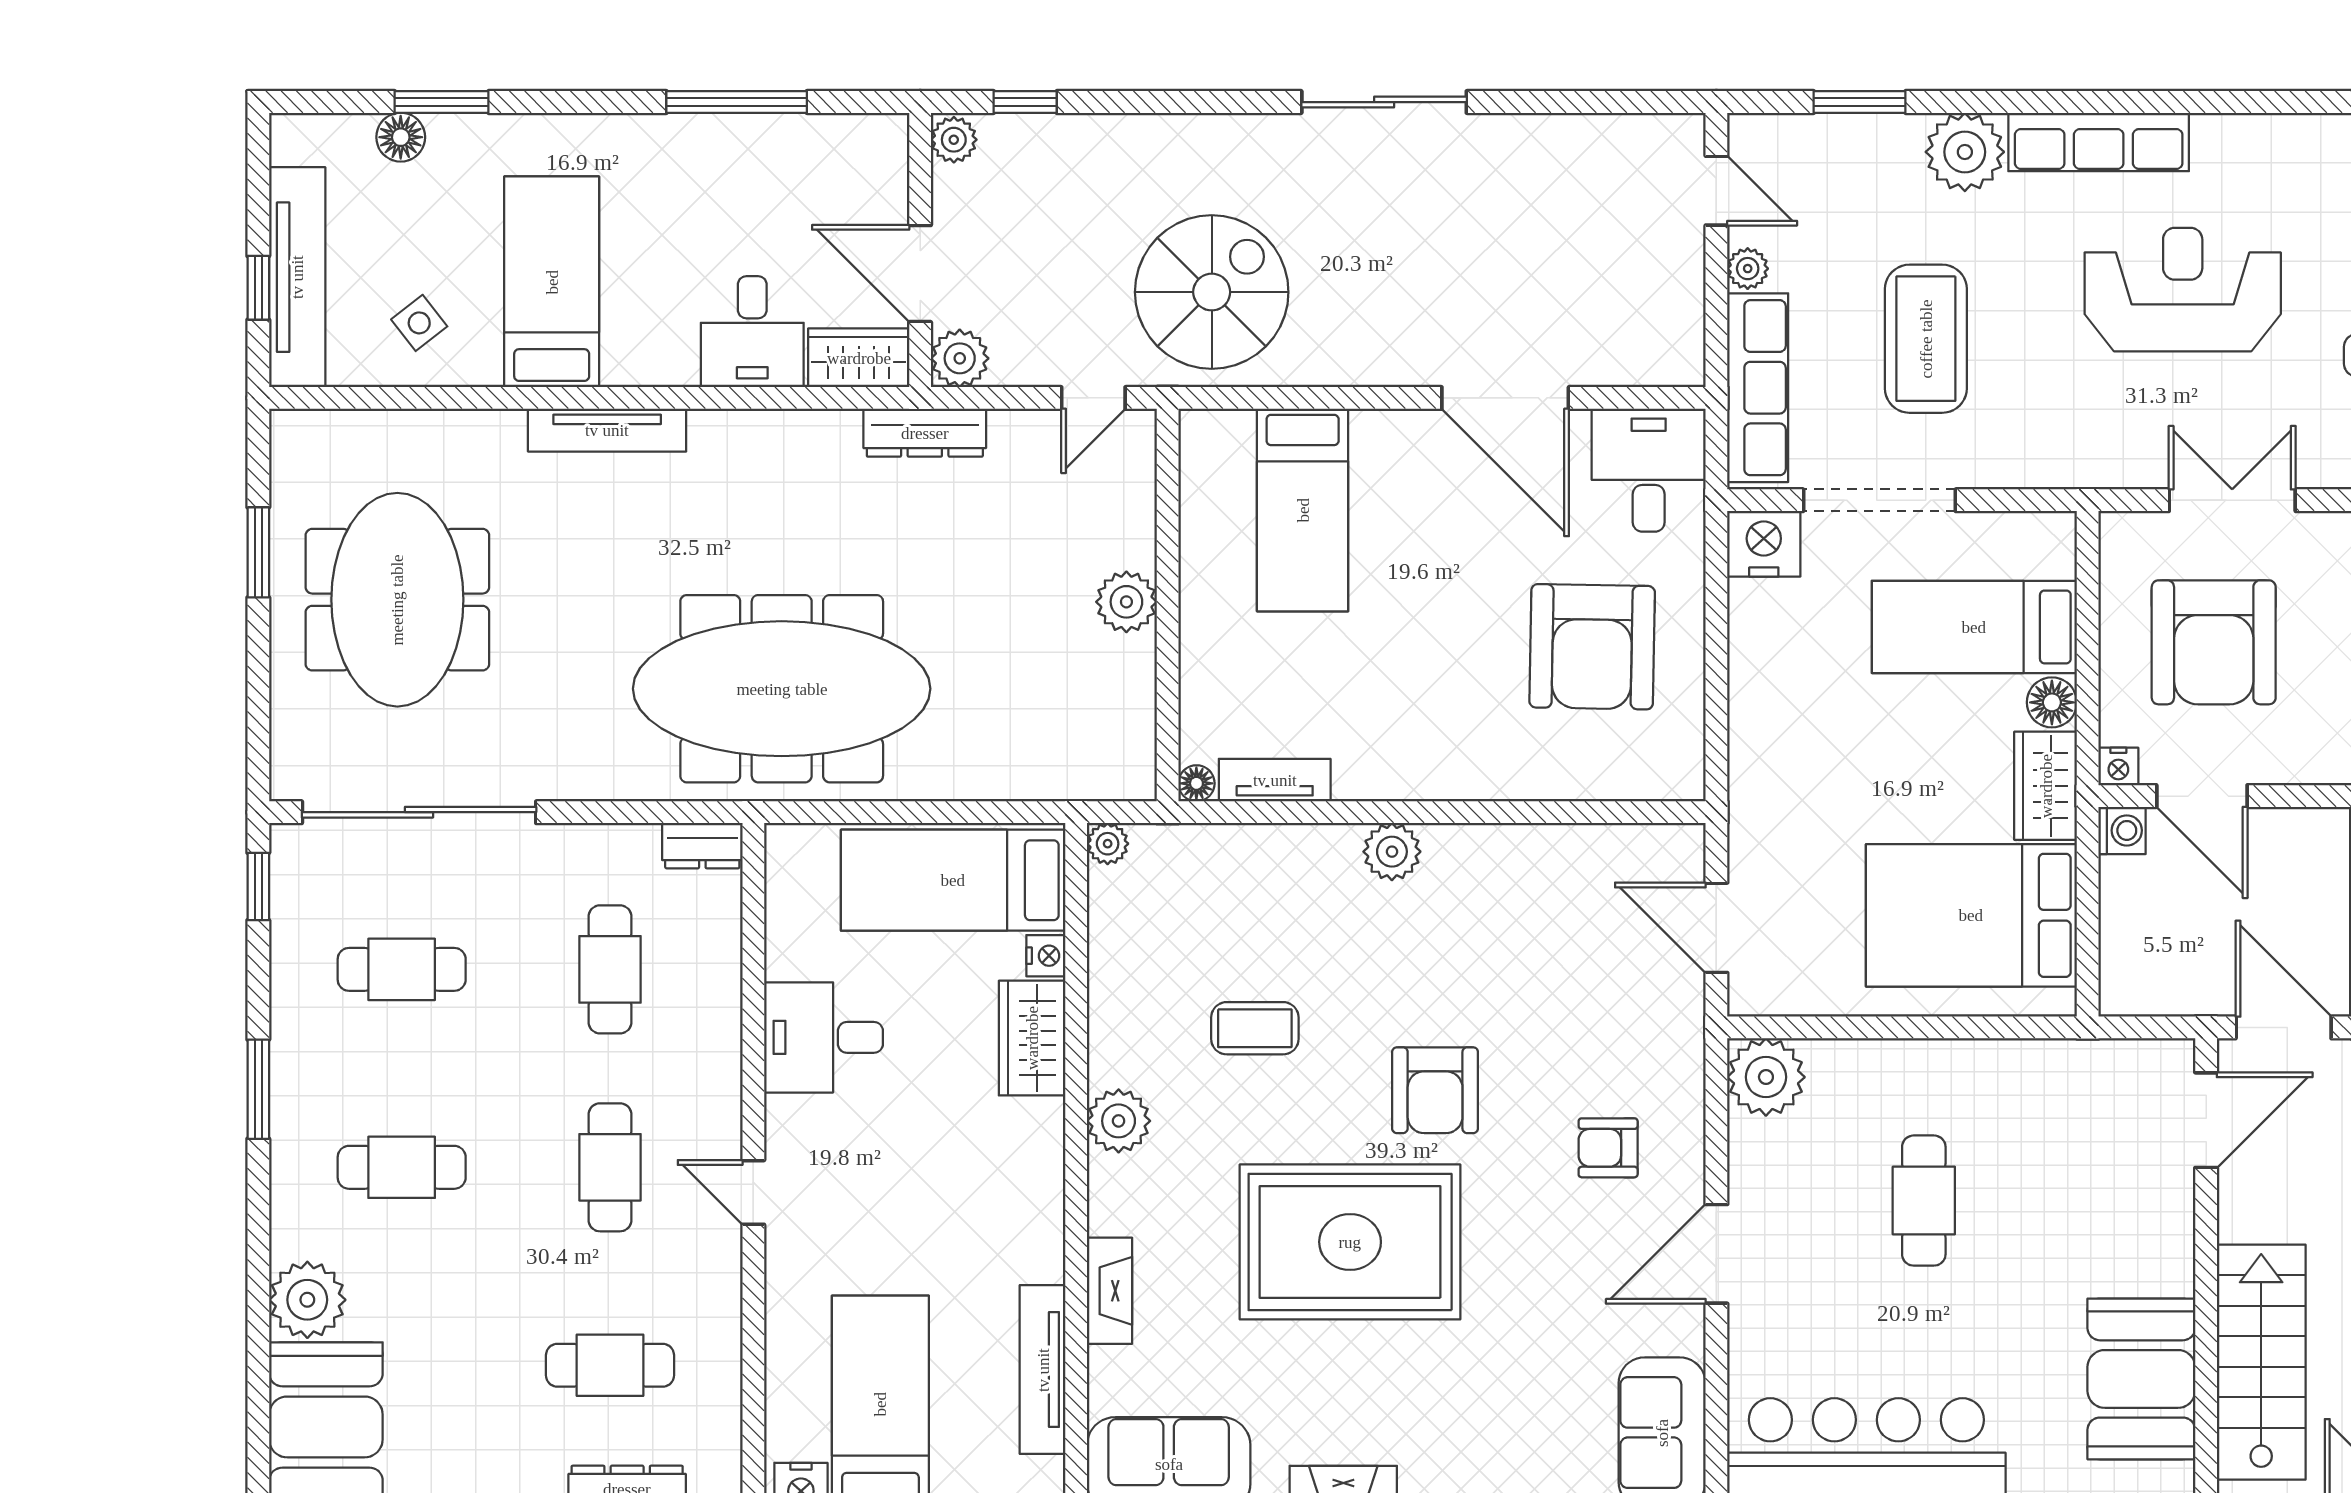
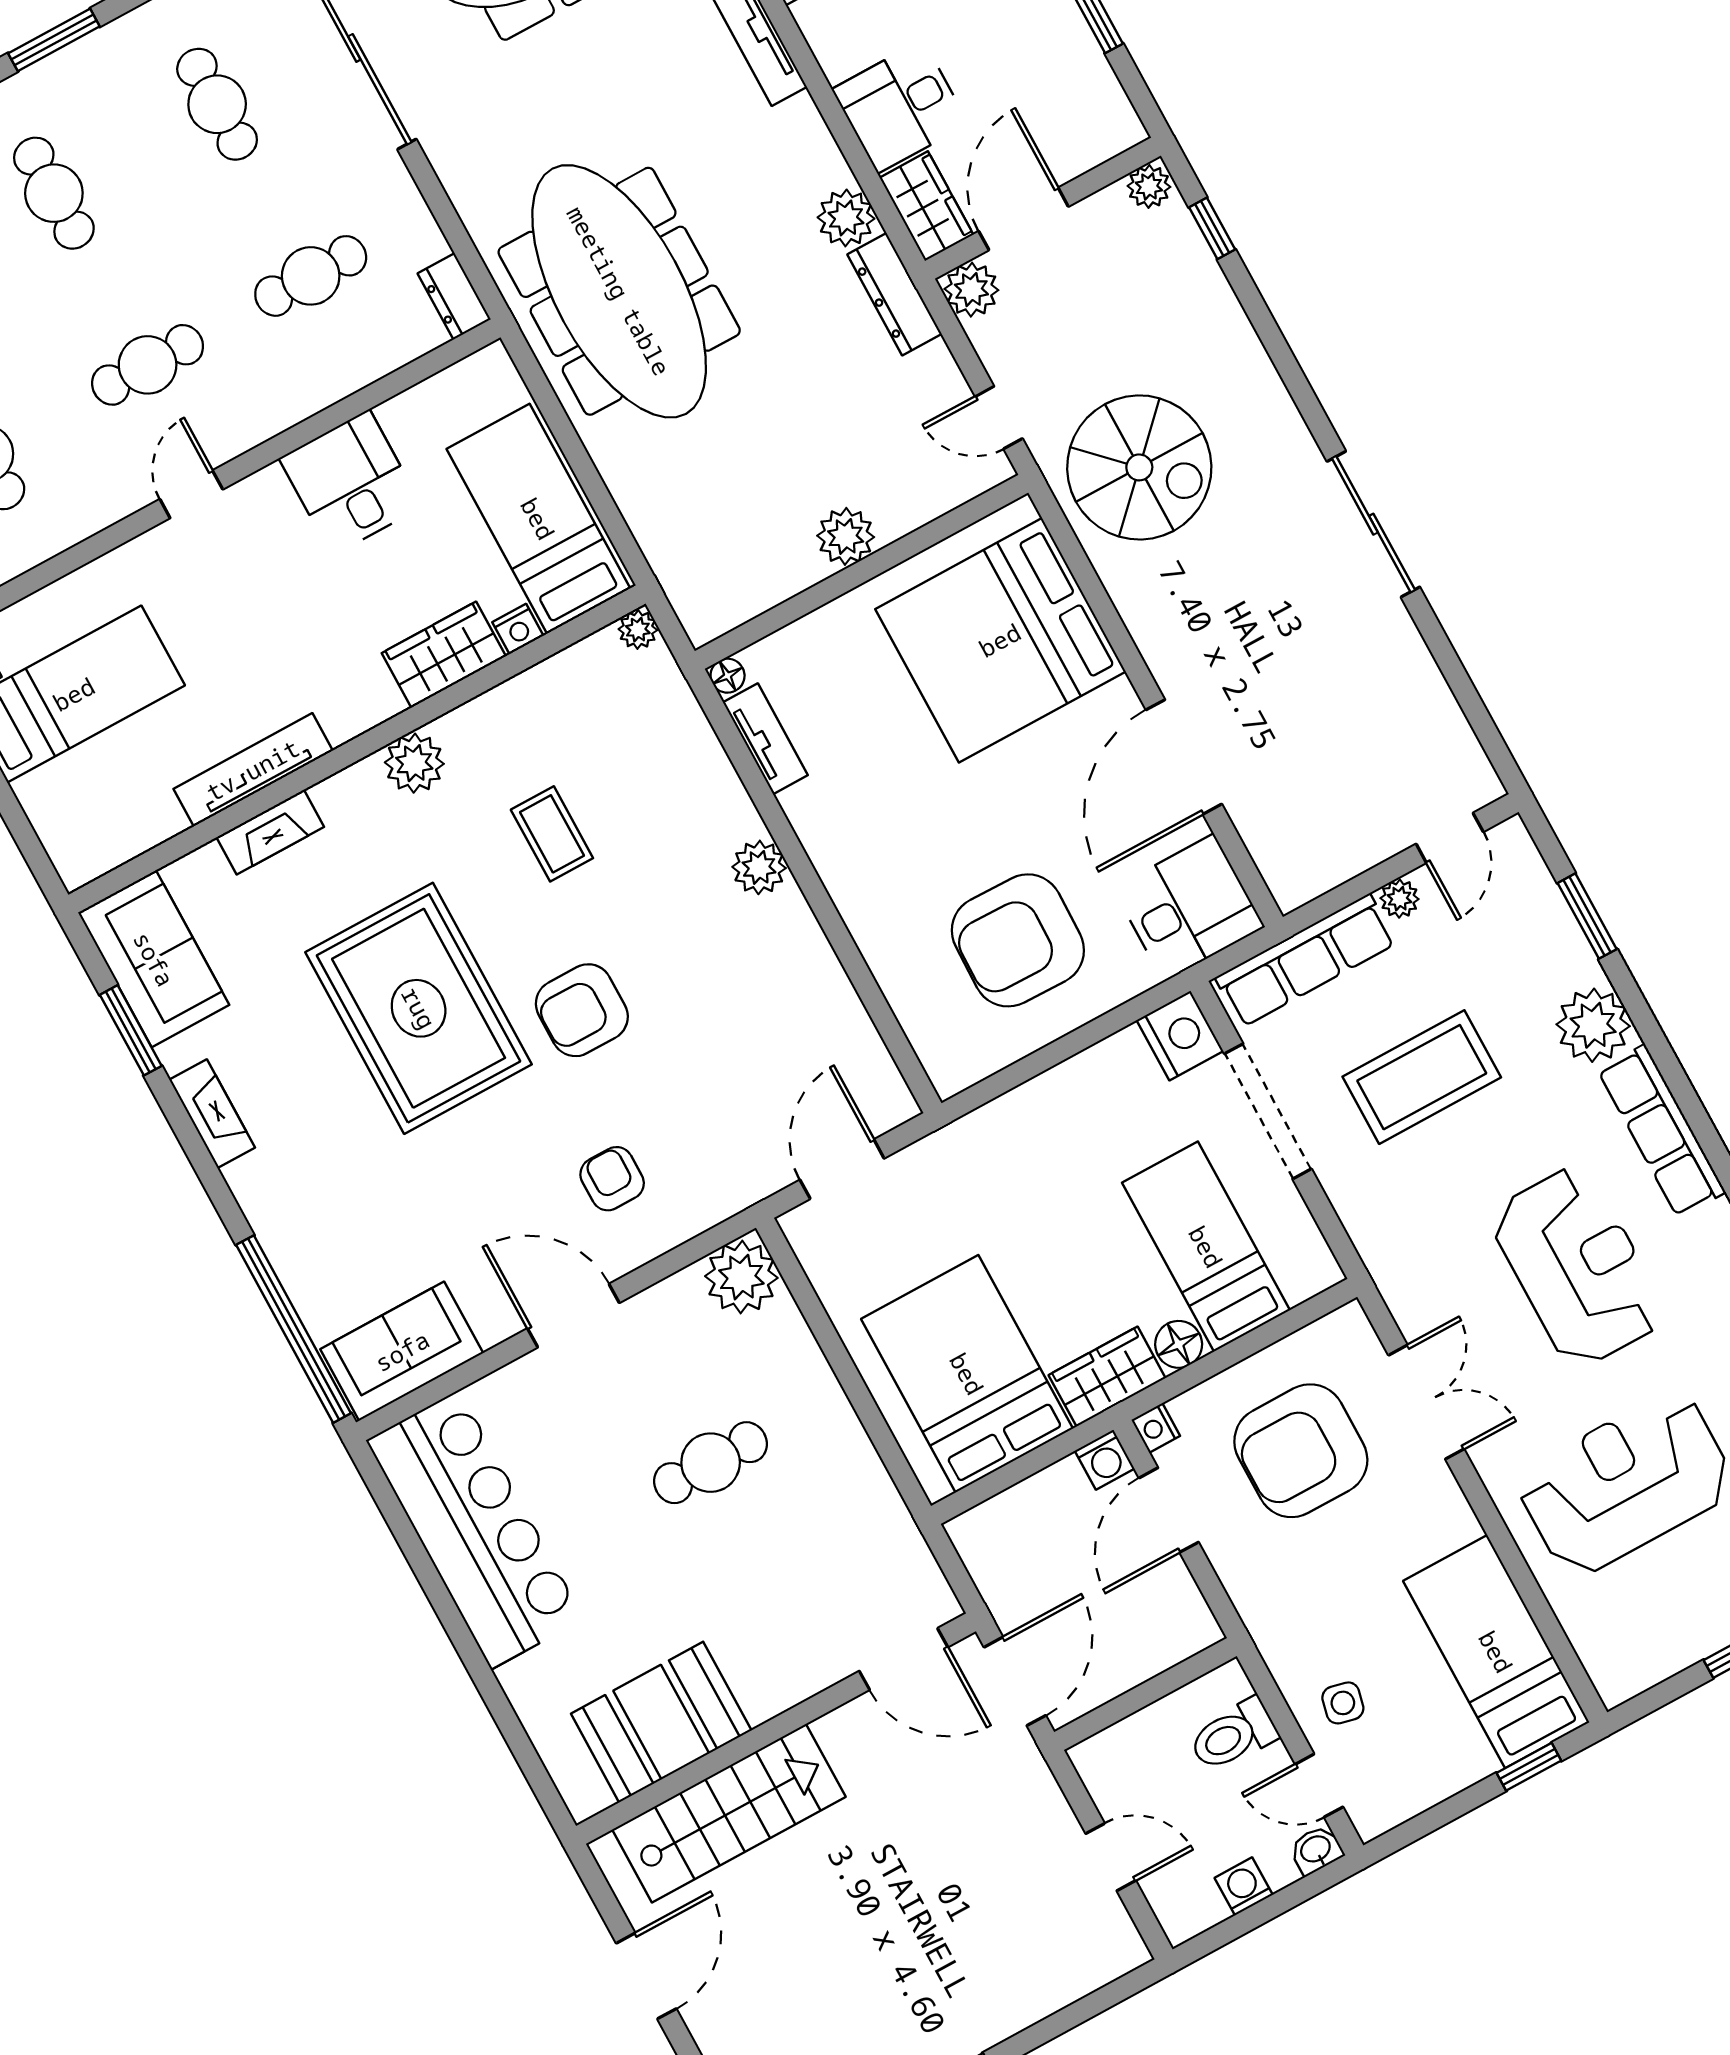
plant: (829, 439) -> (846, 218), added
bed: (1303, 510) -> (1000, 640), width x2.04
tv unit: (1043, 1370) -> (253, 770), moved

